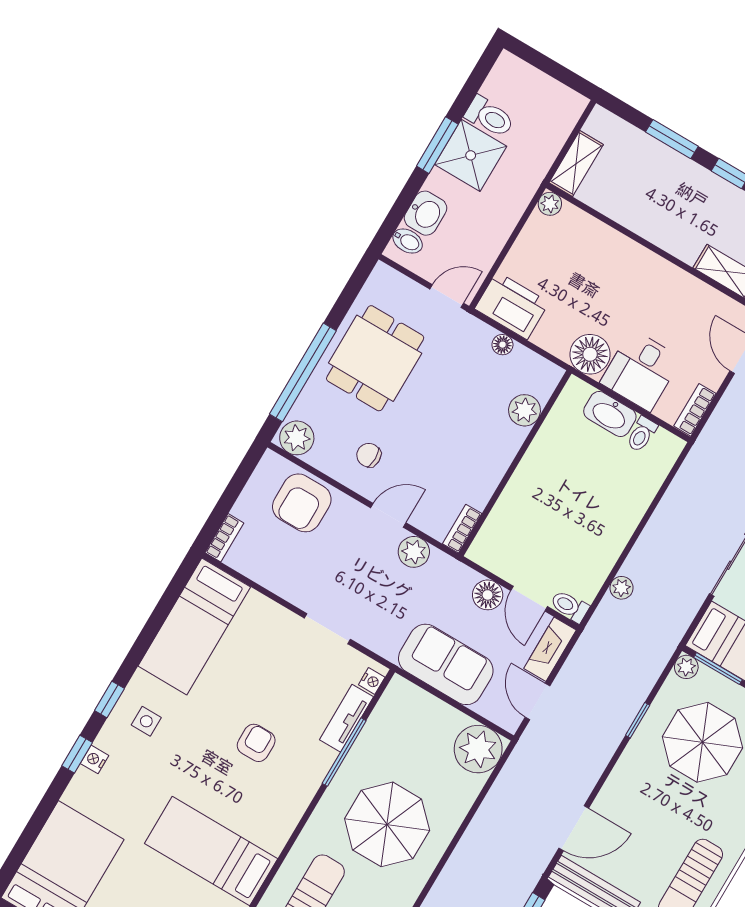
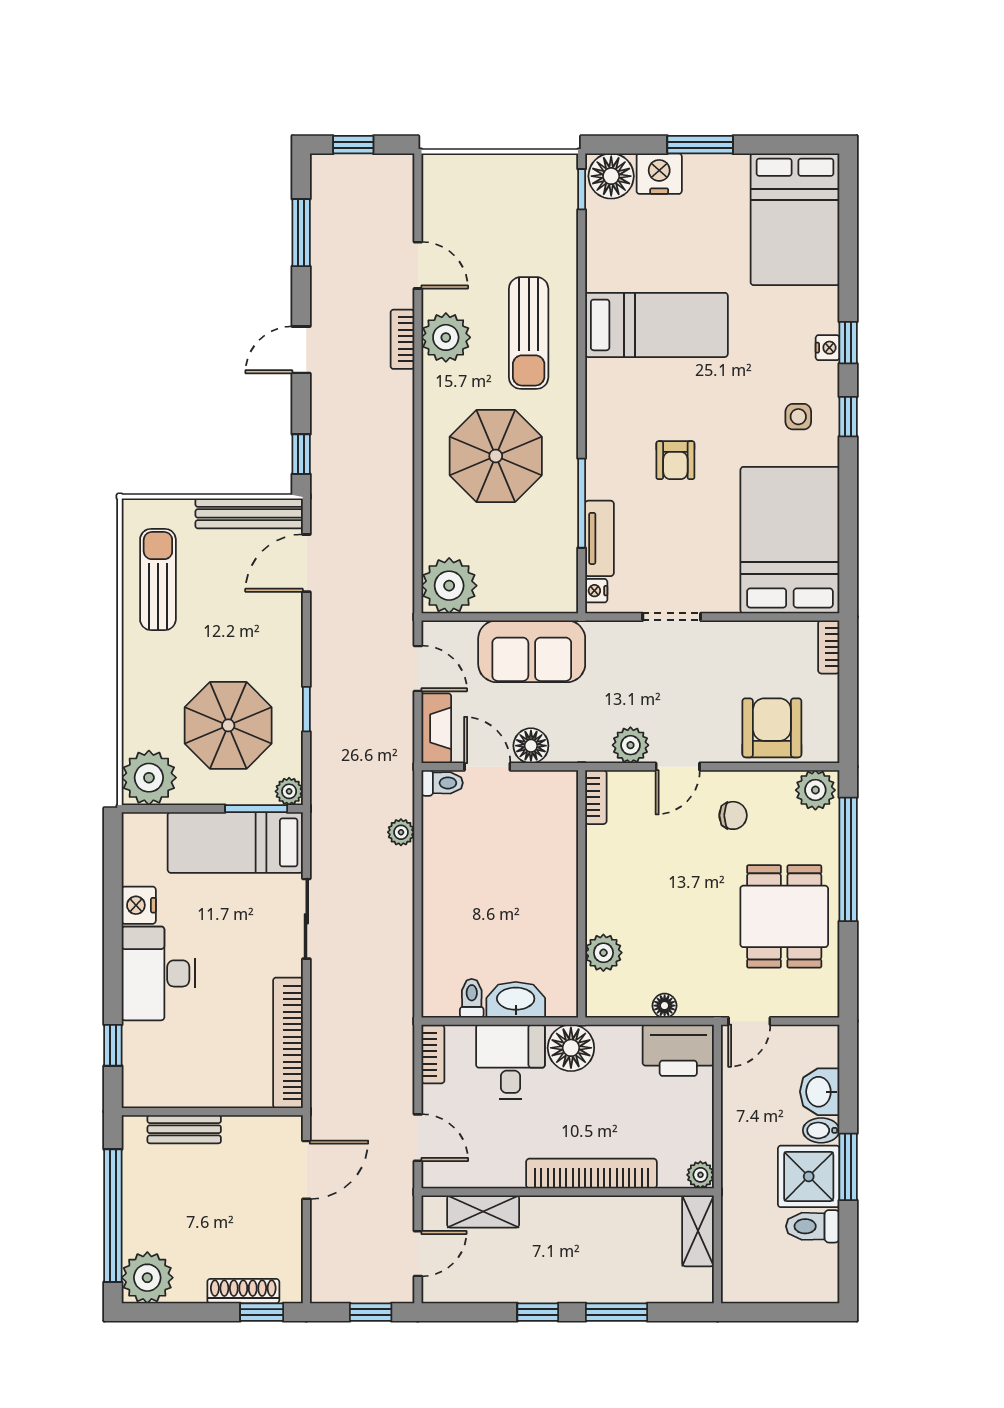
bidet: (408, 241) -> (821, 1130), moved
bookcase: (630, 252) -> (591, 1174), added
bed: (194, 627) -> (790, 540), width x1.50

